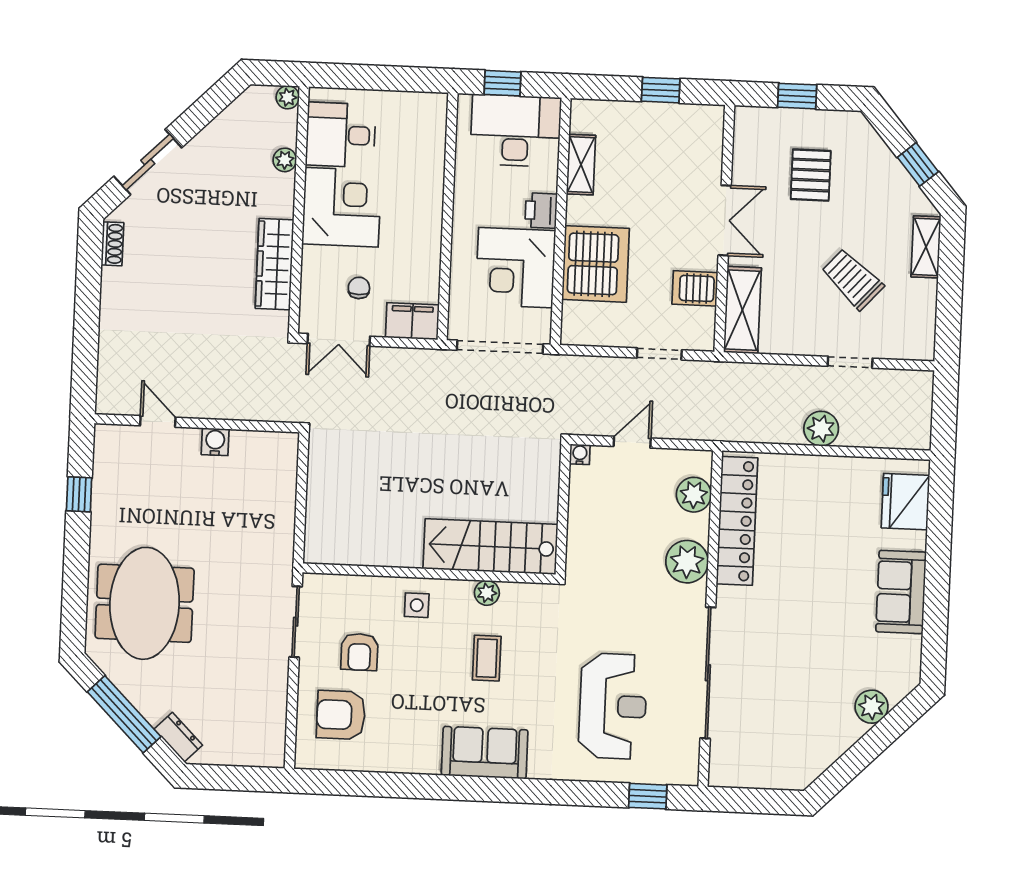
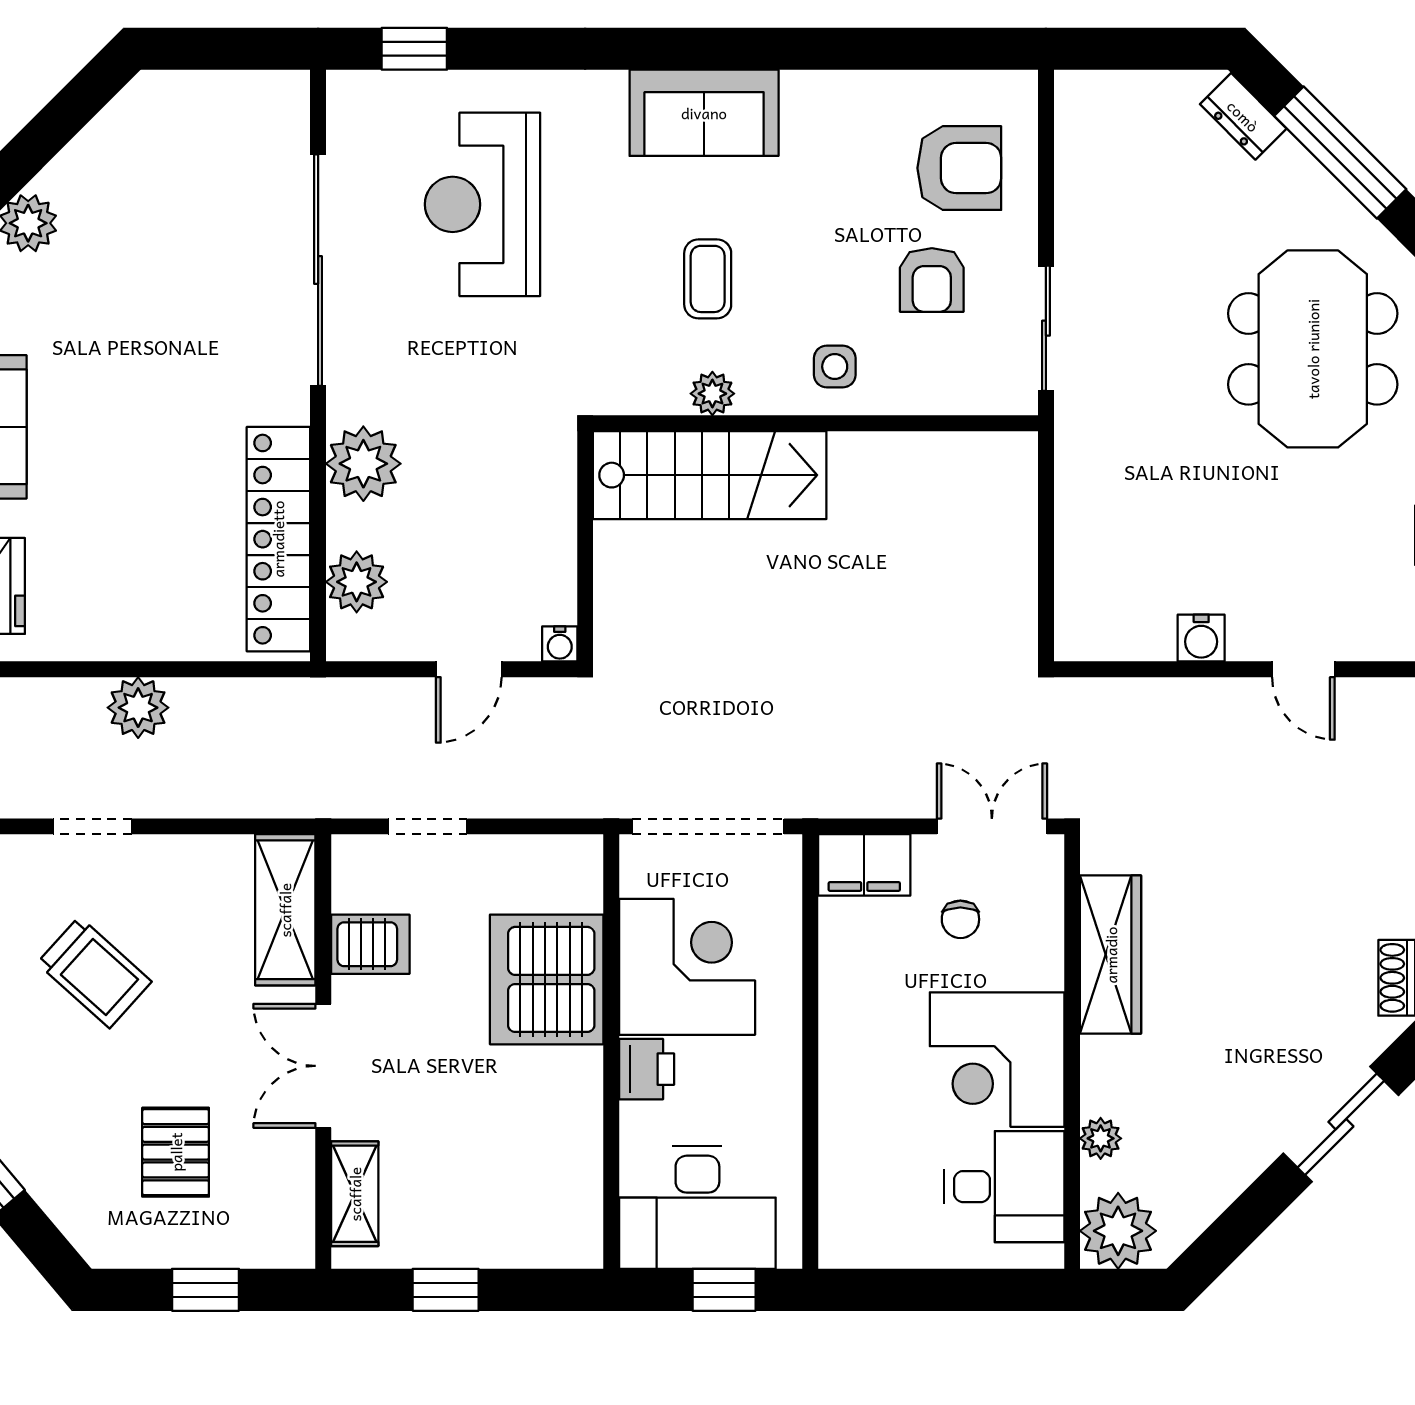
plant: (288, 97) -> (1118, 1231), width x1.87, depth x1.87
shelving: (581, 165) -> (355, 1194), moved
armchair: (359, 652) -> (932, 280), turned 180

